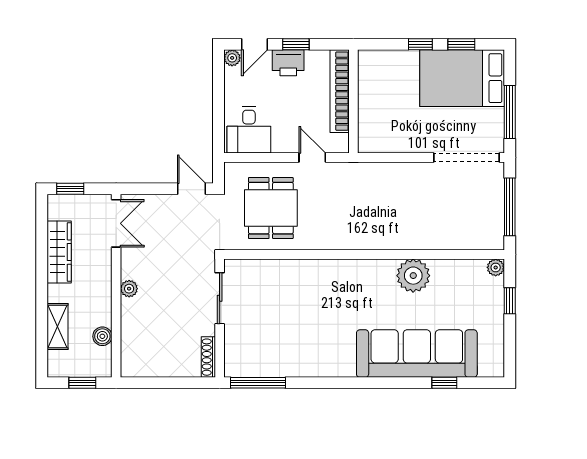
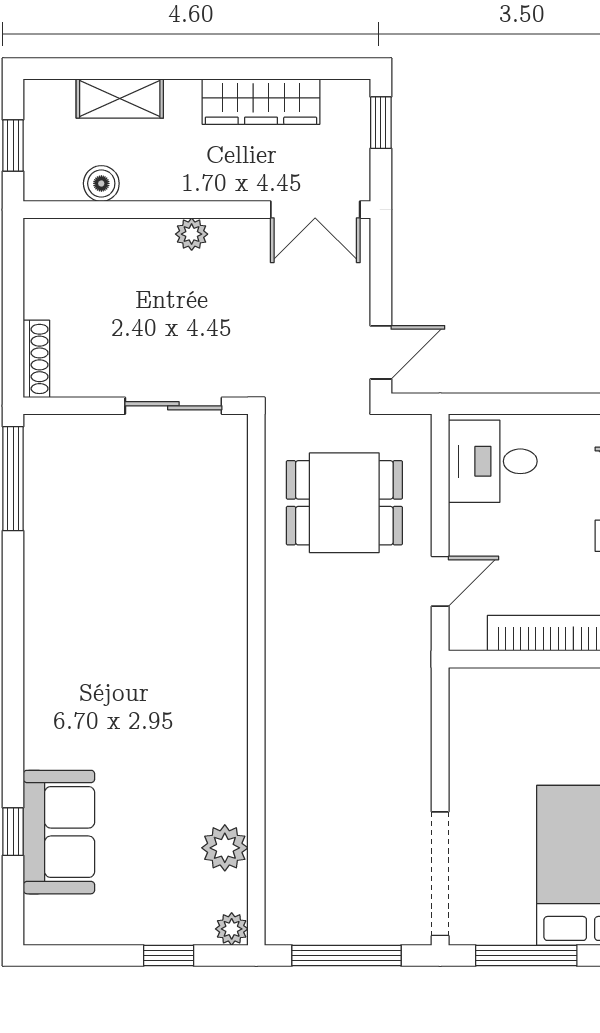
plant: (413, 276) -> (225, 848), moved, width x0.73, depth x0.73
sofa: (417, 354) -> (59, 832), width x0.54, depth x0.79
shoe rack: (208, 357) -> (36, 359), moved, turned 90

